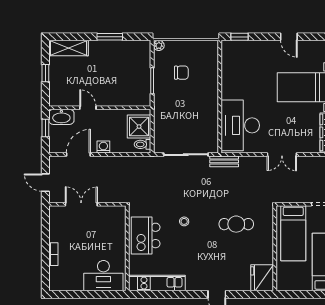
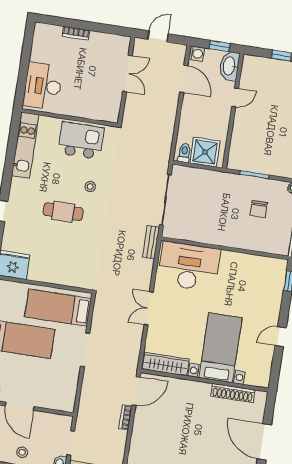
washing machine: (103, 147) -> (196, 54), moved
cafe table: (236, 224) -> (63, 212), moved, turned 90

